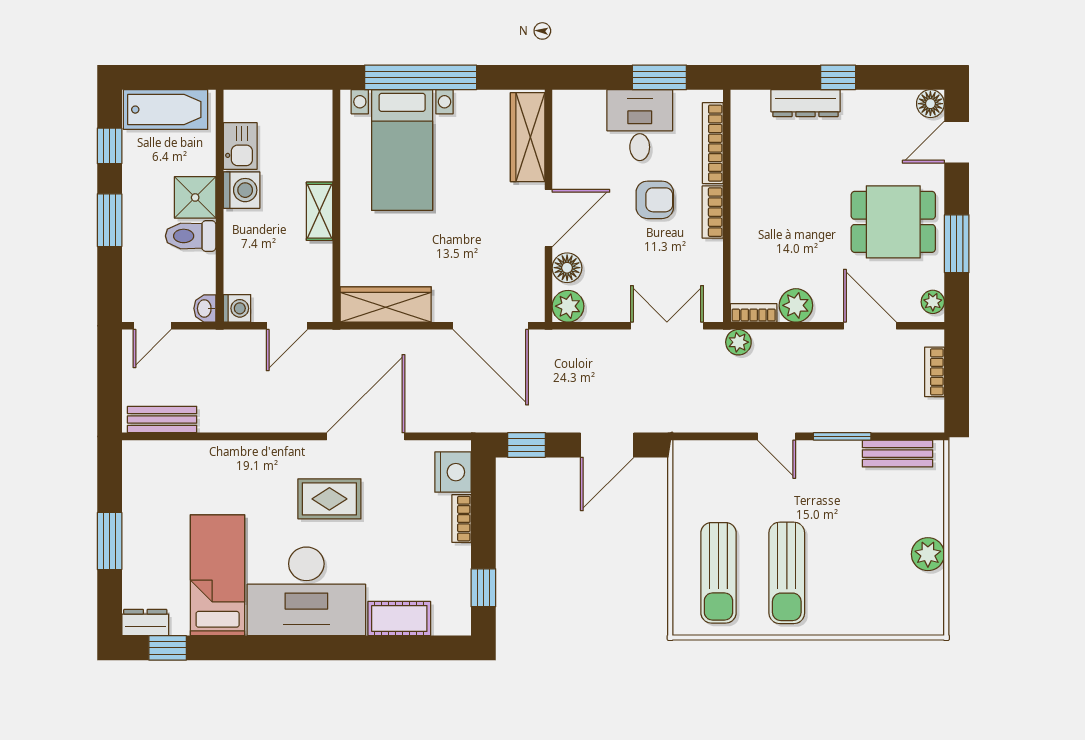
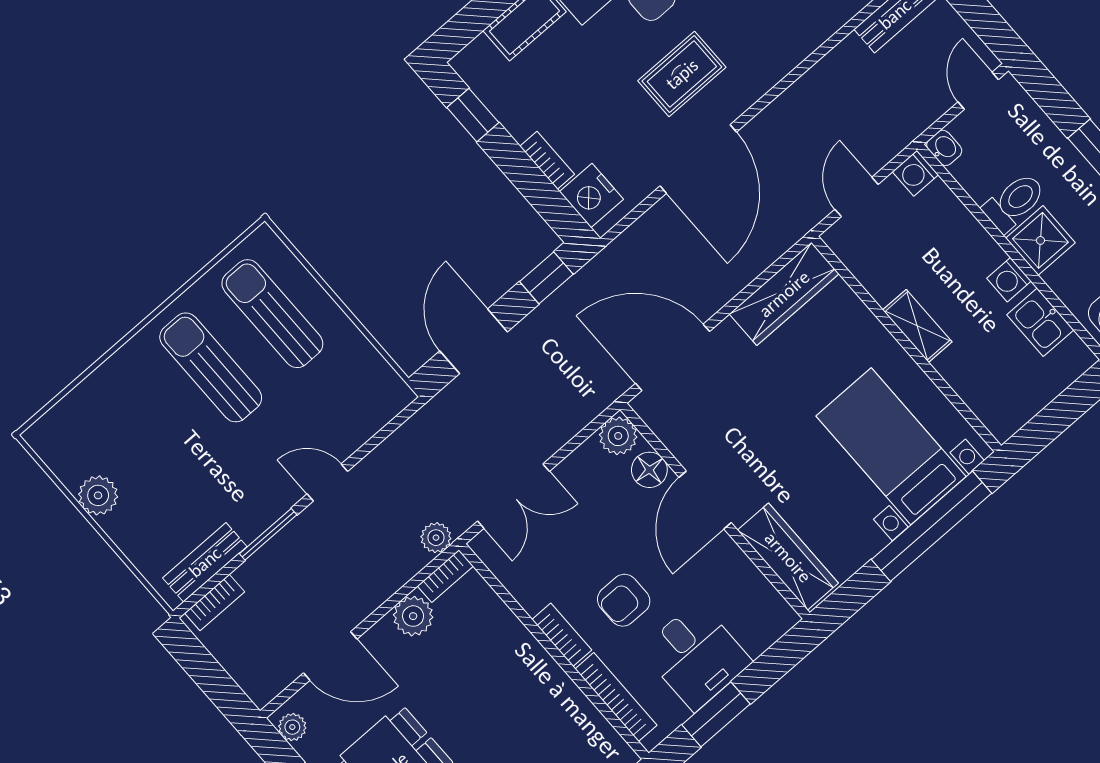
washing machine: (242, 190) -> (1009, 280), width x0.73, depth x0.73
bookcase: (935, 372) -> (215, 602), moved, turned 90

